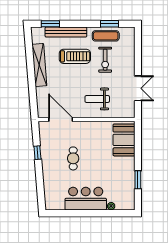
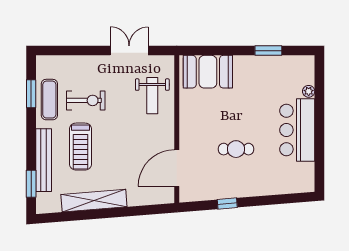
treadmill: (75, 56) -> (80, 147), turned 180
weight bench: (97, 99) -> (152, 96), moved

